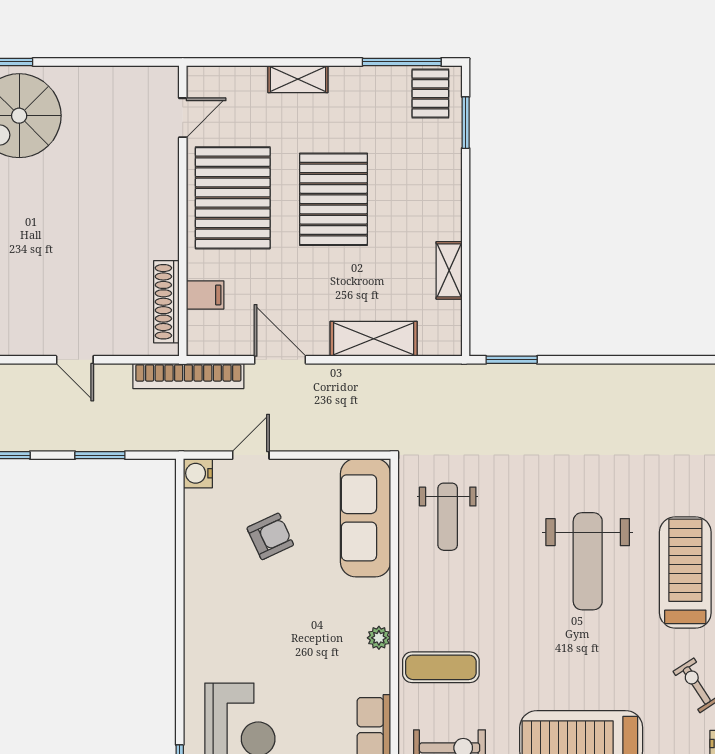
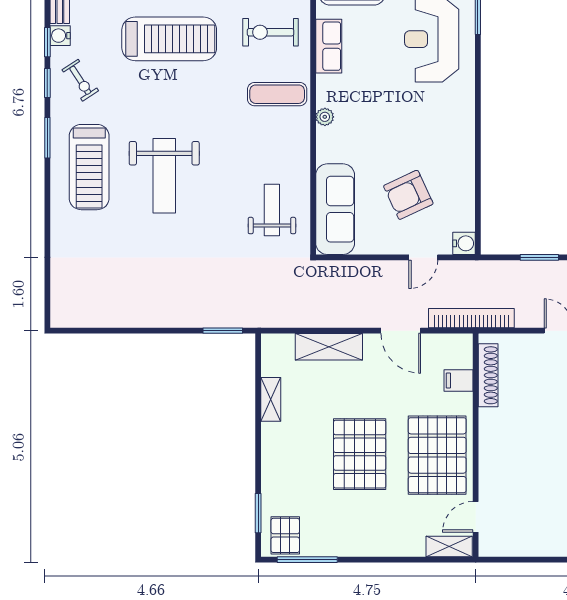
shelving: (298, 79) -> (449, 547), moved
armchair: (270, 536) -> (408, 195), width x1.38, depth x1.38
weight bench: (588, 561) -> (164, 176), turned 180

